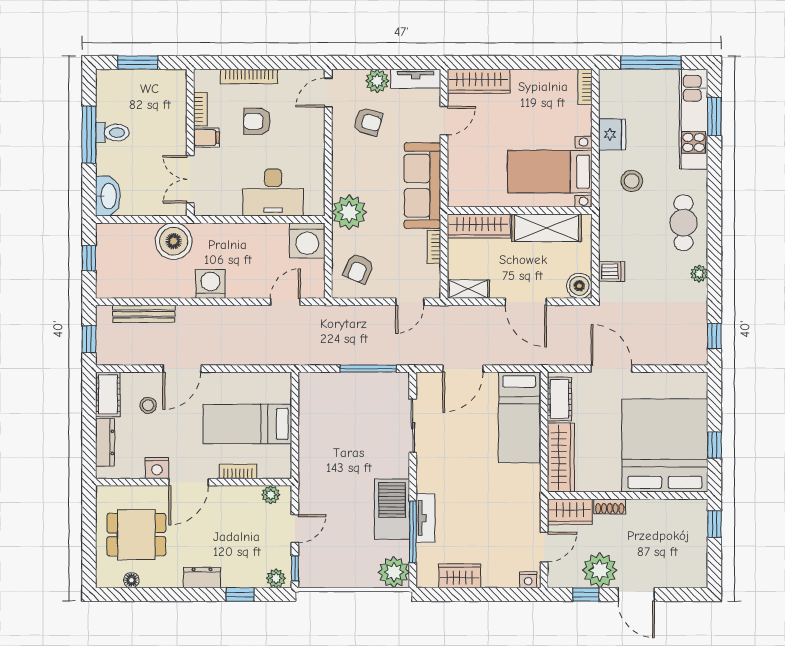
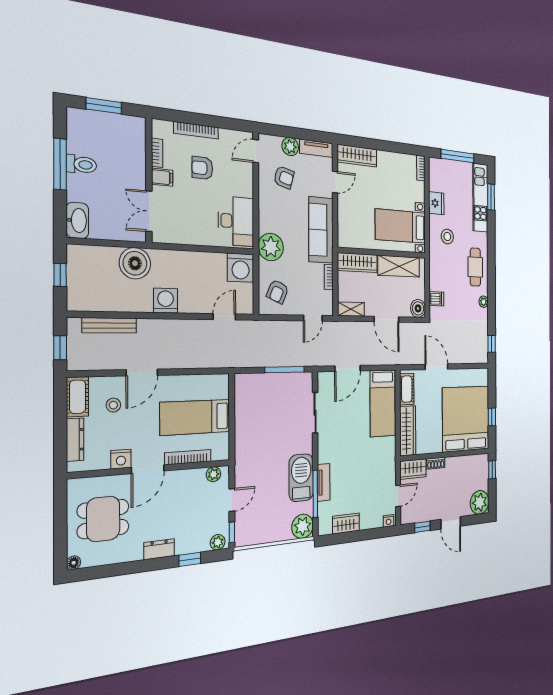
desk: (273, 192) -> (236, 221), moved, turned -90
bookcase: (238, 471) -> (188, 457), width x1.56
plant: (600, 570) -> (480, 502), moved
floor lamp: (131, 580) -> (74, 563), moved

